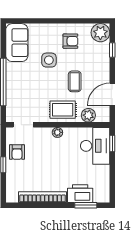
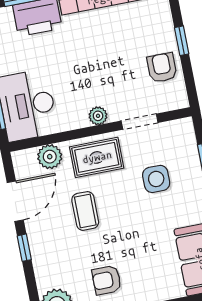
window: (112, 50) -> (24, 248), moved
side table: (49, 60) -> (156, 179), moved
doorway: (23, 125) -> (140, 122), moved

